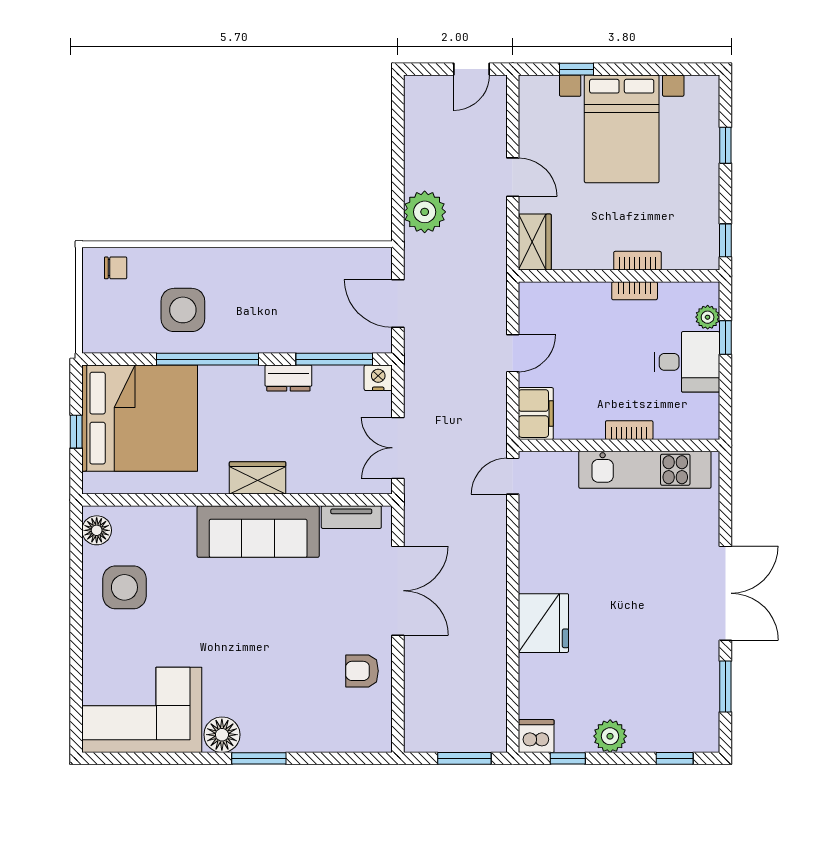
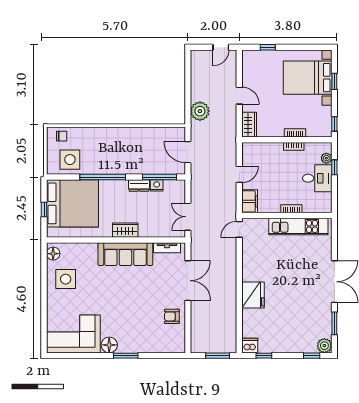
bed with nightstands: (622, 129) -> (308, 78), moved, turned 90
side table: (183, 310) -> (70, 160), moved
nightstand: (378, 378) -> (157, 185), moved
plant: (610, 736) -> (324, 346), moved

